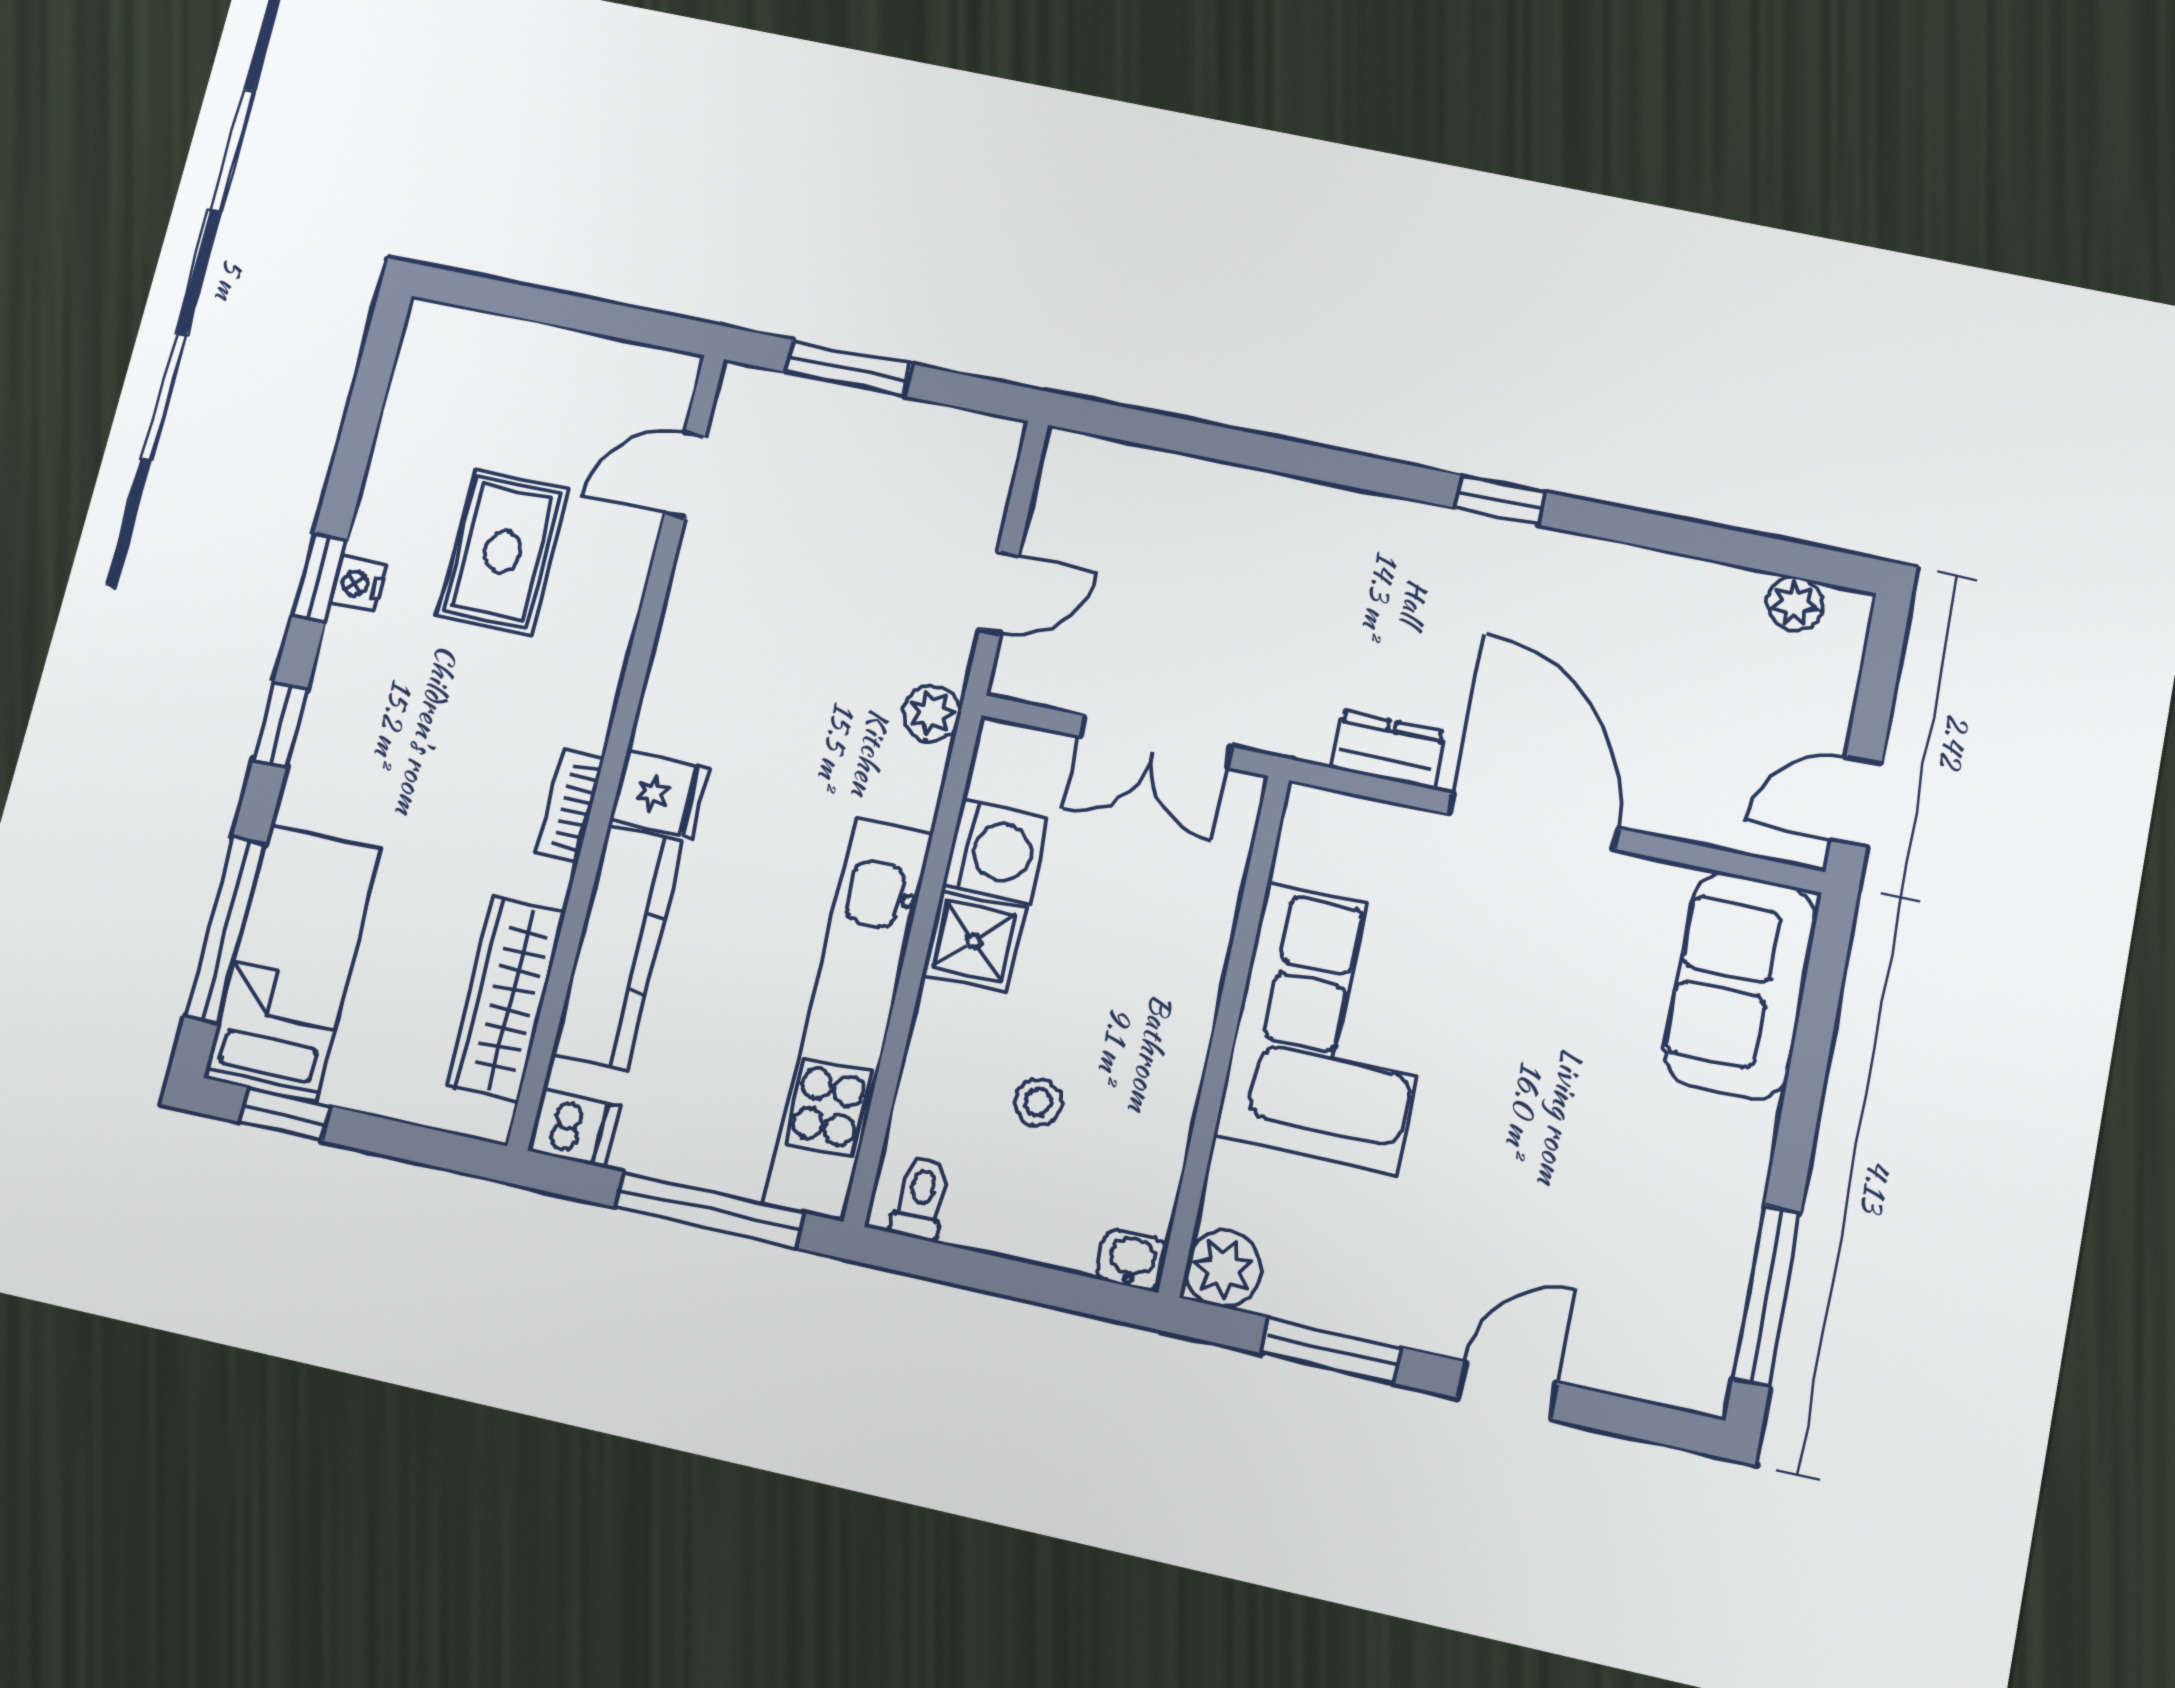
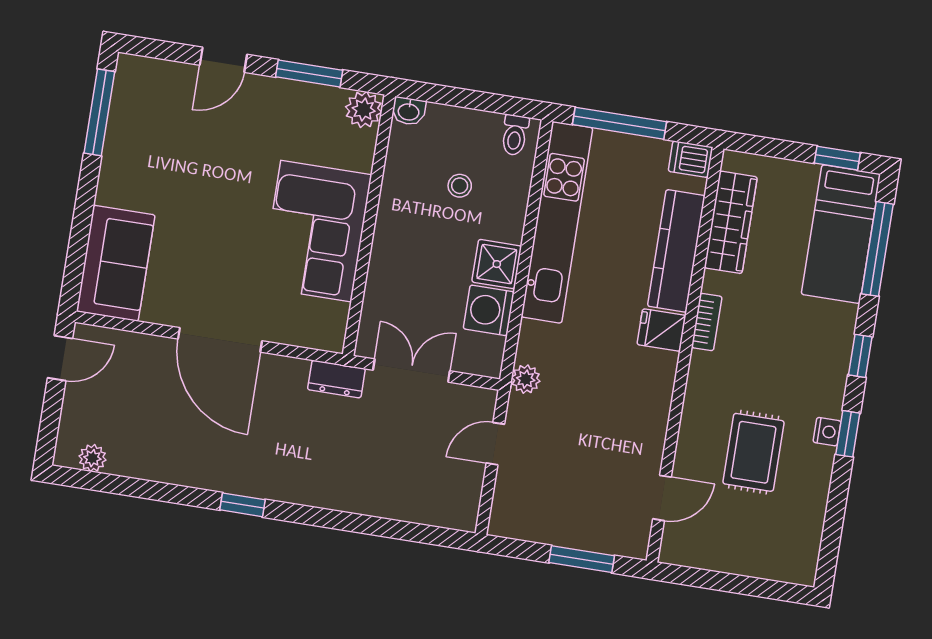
dresser: (1388, 750) -> (336, 379), moved

